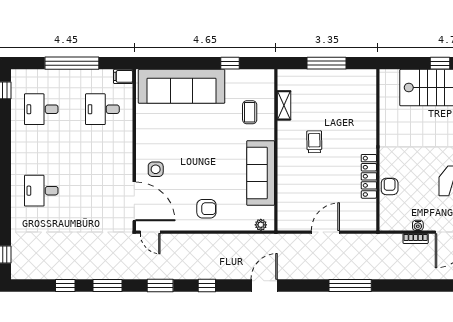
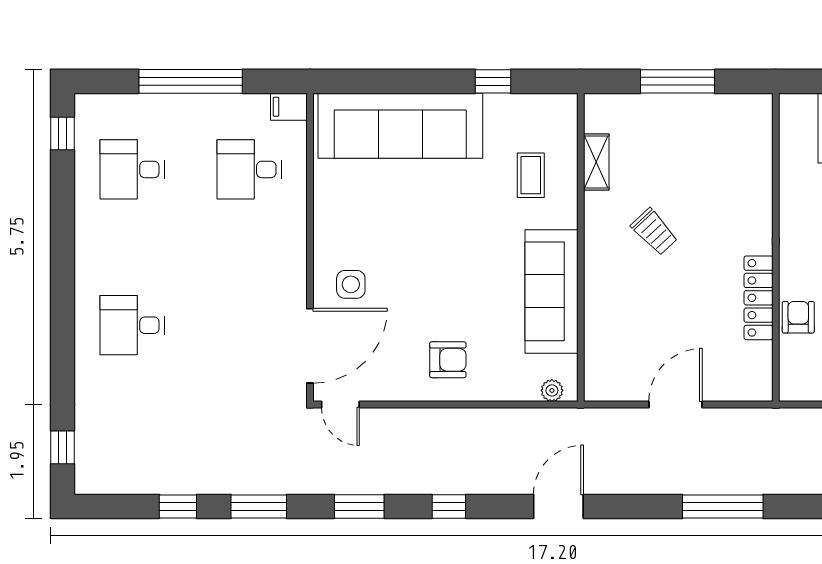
trolley: (314, 142) -> (654, 232), turned 138
door: (134, 201) -> (310, 346), hinge flipped

